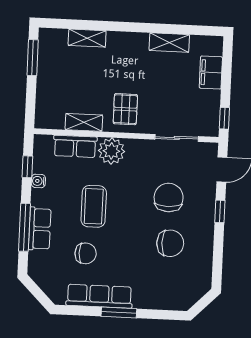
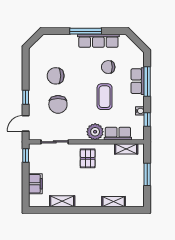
window: (33, 58) -> (147, 174), moved
shelving: (84, 122) -> (126, 149), moved
window: (119, 313) -> (86, 31), width x1.44

